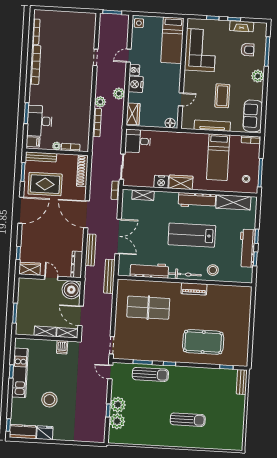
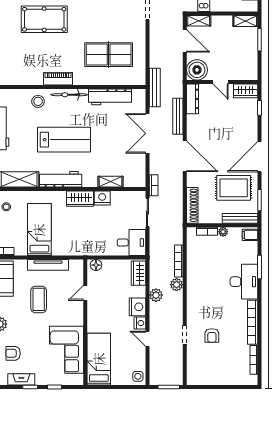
armchair: (72, 55) -> (212, 335), added
door: (129, 56) -> (147, 339), swing flipped
desk: (40, 121) -> (244, 282), moved
shelving: (143, 195) -> (110, 182), moved
shelving: (45, 331) -> (245, 21), moved

